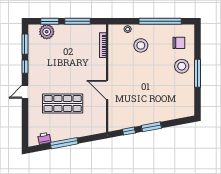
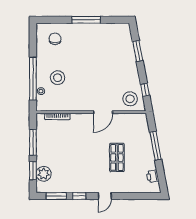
window: (160, 21) -> (33, 79), moved
stool: (182, 66) -> (130, 99), moved
door: (25, 92) -> (105, 196), hinge flipped
shop shelf: (63, 104) -> (117, 157), width x0.70, depth x0.74
window: (151, 127) -> (138, 51), moved
window: (64, 143) -> (156, 146), moved

